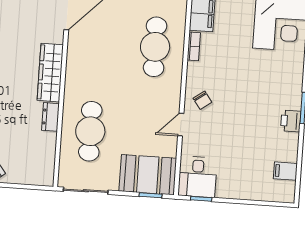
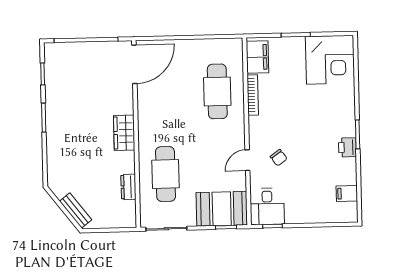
bookcase: (194, 46) -> (253, 95), width x1.56
wardrobe: (50, 73) -> (124, 133), width x0.67
chair: (202, 100) -> (279, 158), moved
dresser: (50, 117) -> (128, 187), moved

